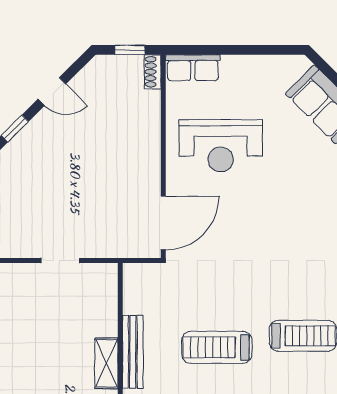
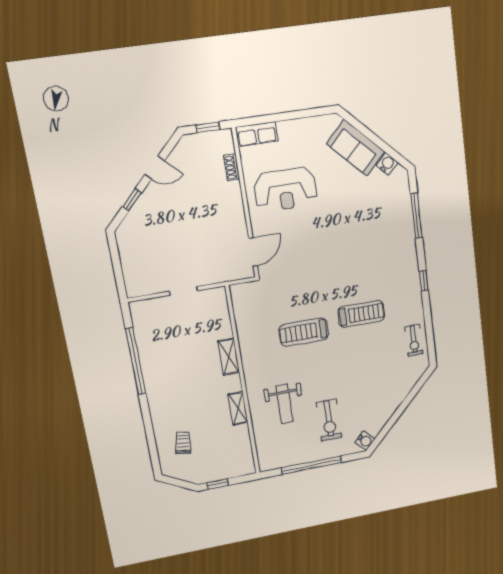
shoe rack: (153, 72) -> (232, 167), moved
door: (163, 223) -> (253, 252), width x0.73
bench: (133, 352) -> (246, 346), removed

